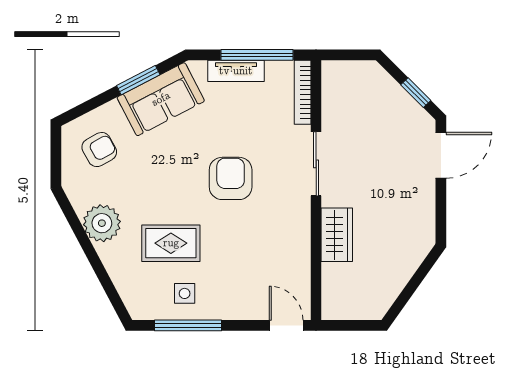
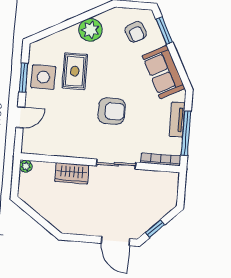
window: (138, 80) -> (164, 31), moved
side table: (185, 293) -> (43, 77), width x1.87, depth x1.87
plant: (331, 310) -> (26, 166), added
window: (188, 325) -> (24, 78), width x0.69
door: (286, 325) -> (20, 117), moved

